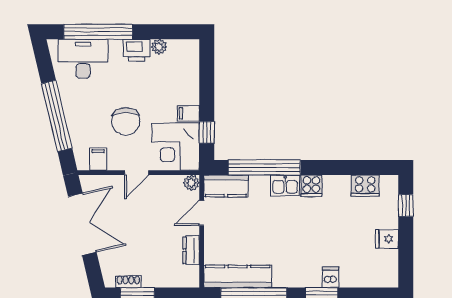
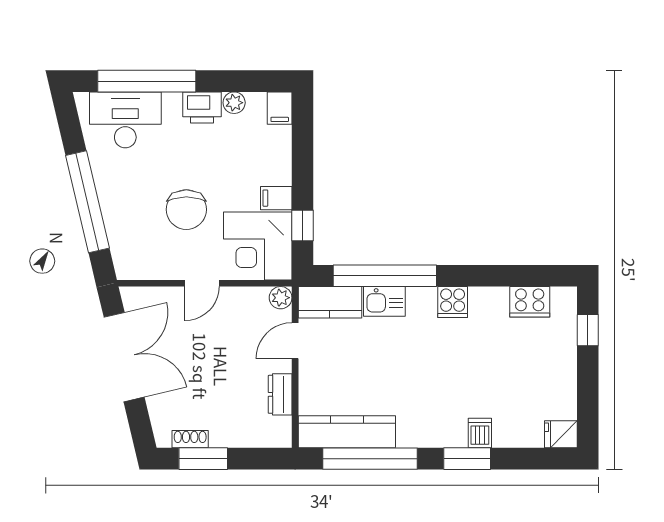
filing cabinet: (98, 159) -> (280, 108), moved, turned 180
kitchen sink: (285, 185) -> (384, 301), moved
fridge: (387, 239) -> (561, 434), moved

